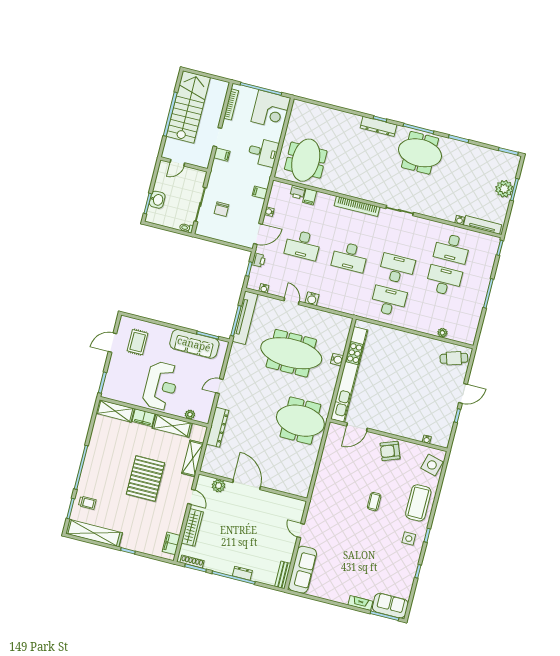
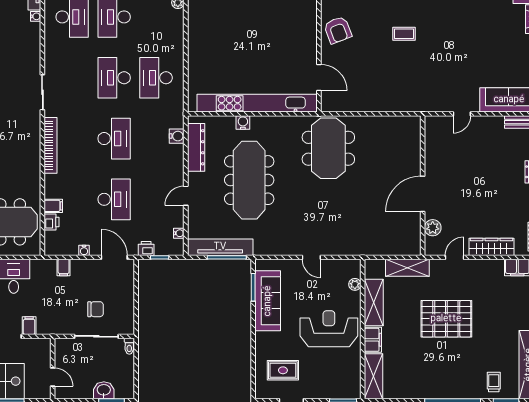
water cooler: (312, 299) -> (177, 136), moved
dresser: (217, 427) -> (196, 147), moved, turned 90

